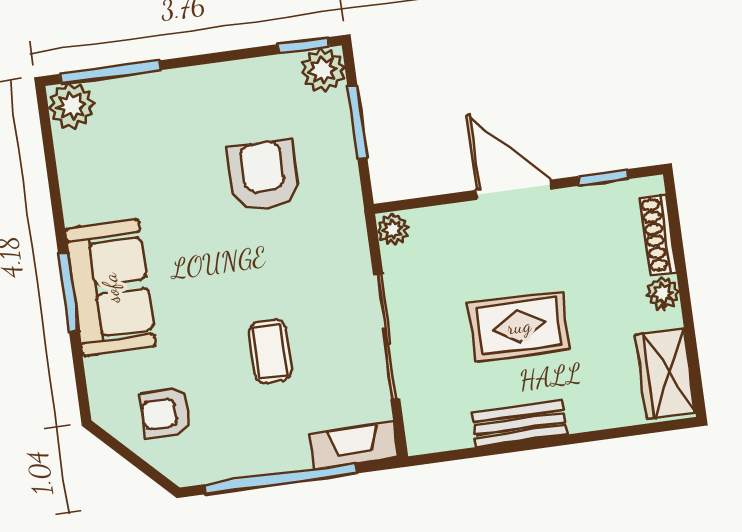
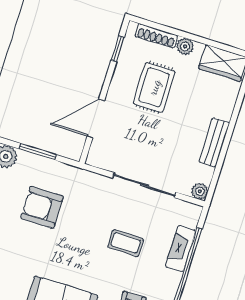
door: (514, 190) -> (96, 118), moved
plant: (393, 229) -> (200, 191), moved
rug: (519, 326) -> (154, 87), moved
fireplace: (354, 446) -> (181, 249), moved

